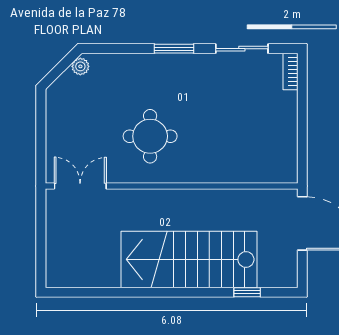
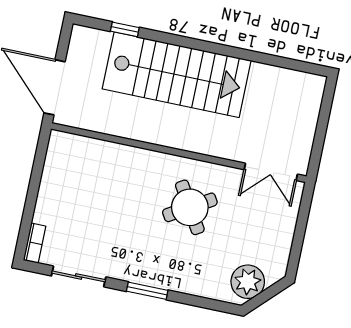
plant: (80, 66) -> (248, 282), width x1.88, depth x1.88
round table: (150, 136) -> (190, 207), turned -31

